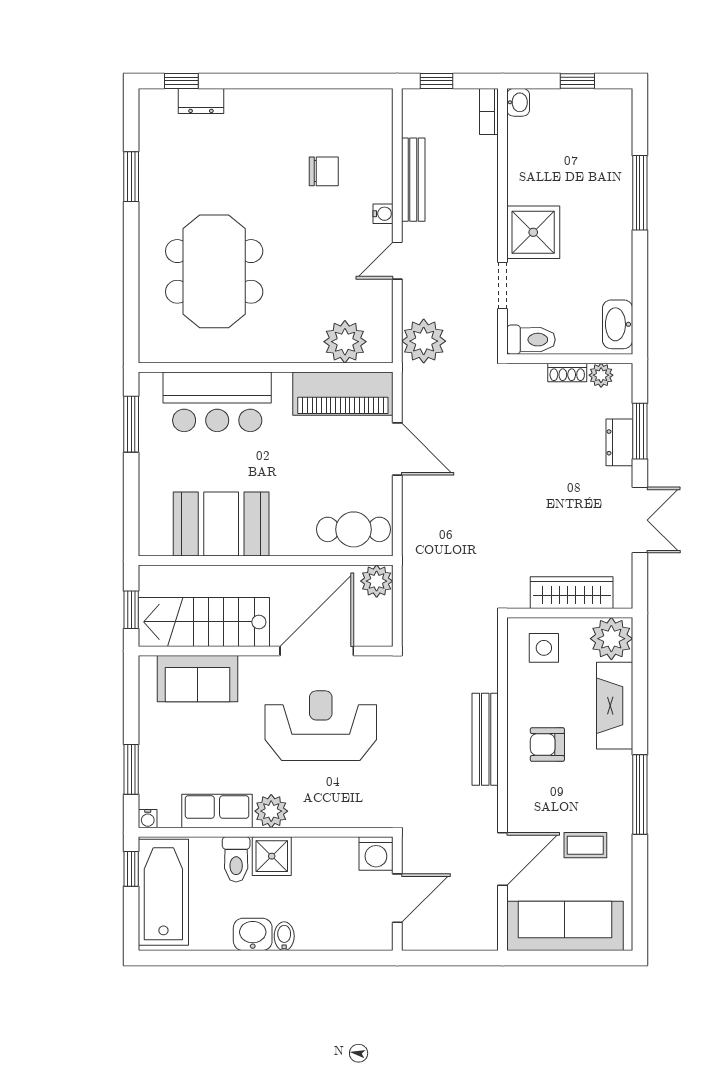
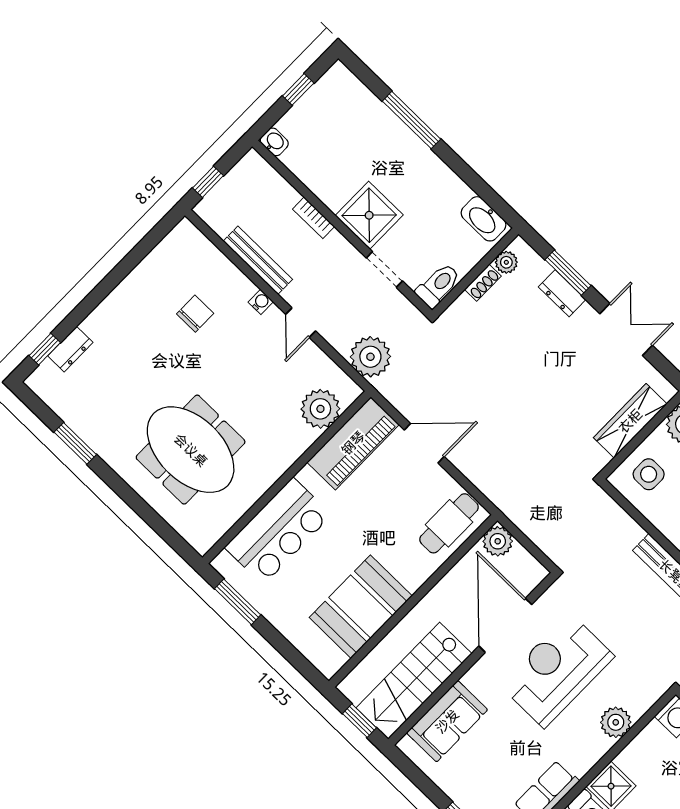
bookcase: (489, 111) -> (314, 218), moved
plant: (271, 811) -> (616, 722), moved

